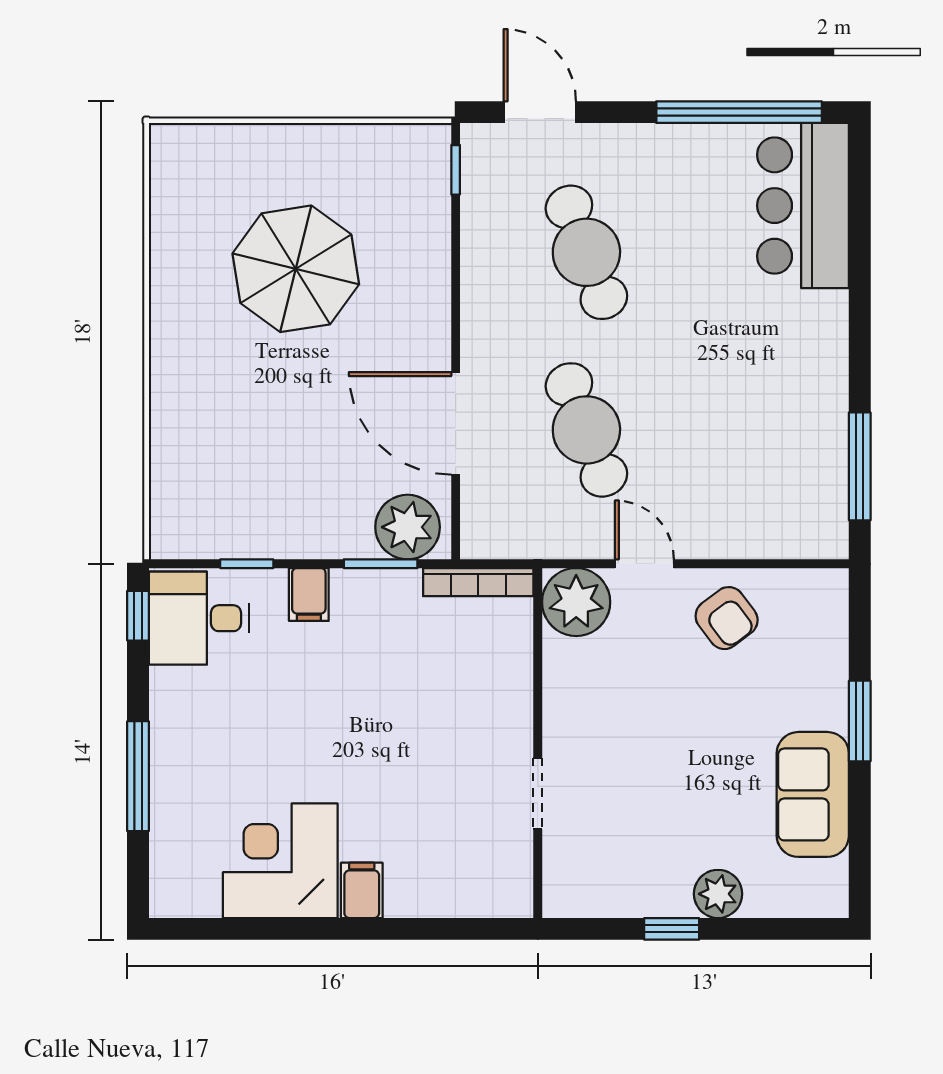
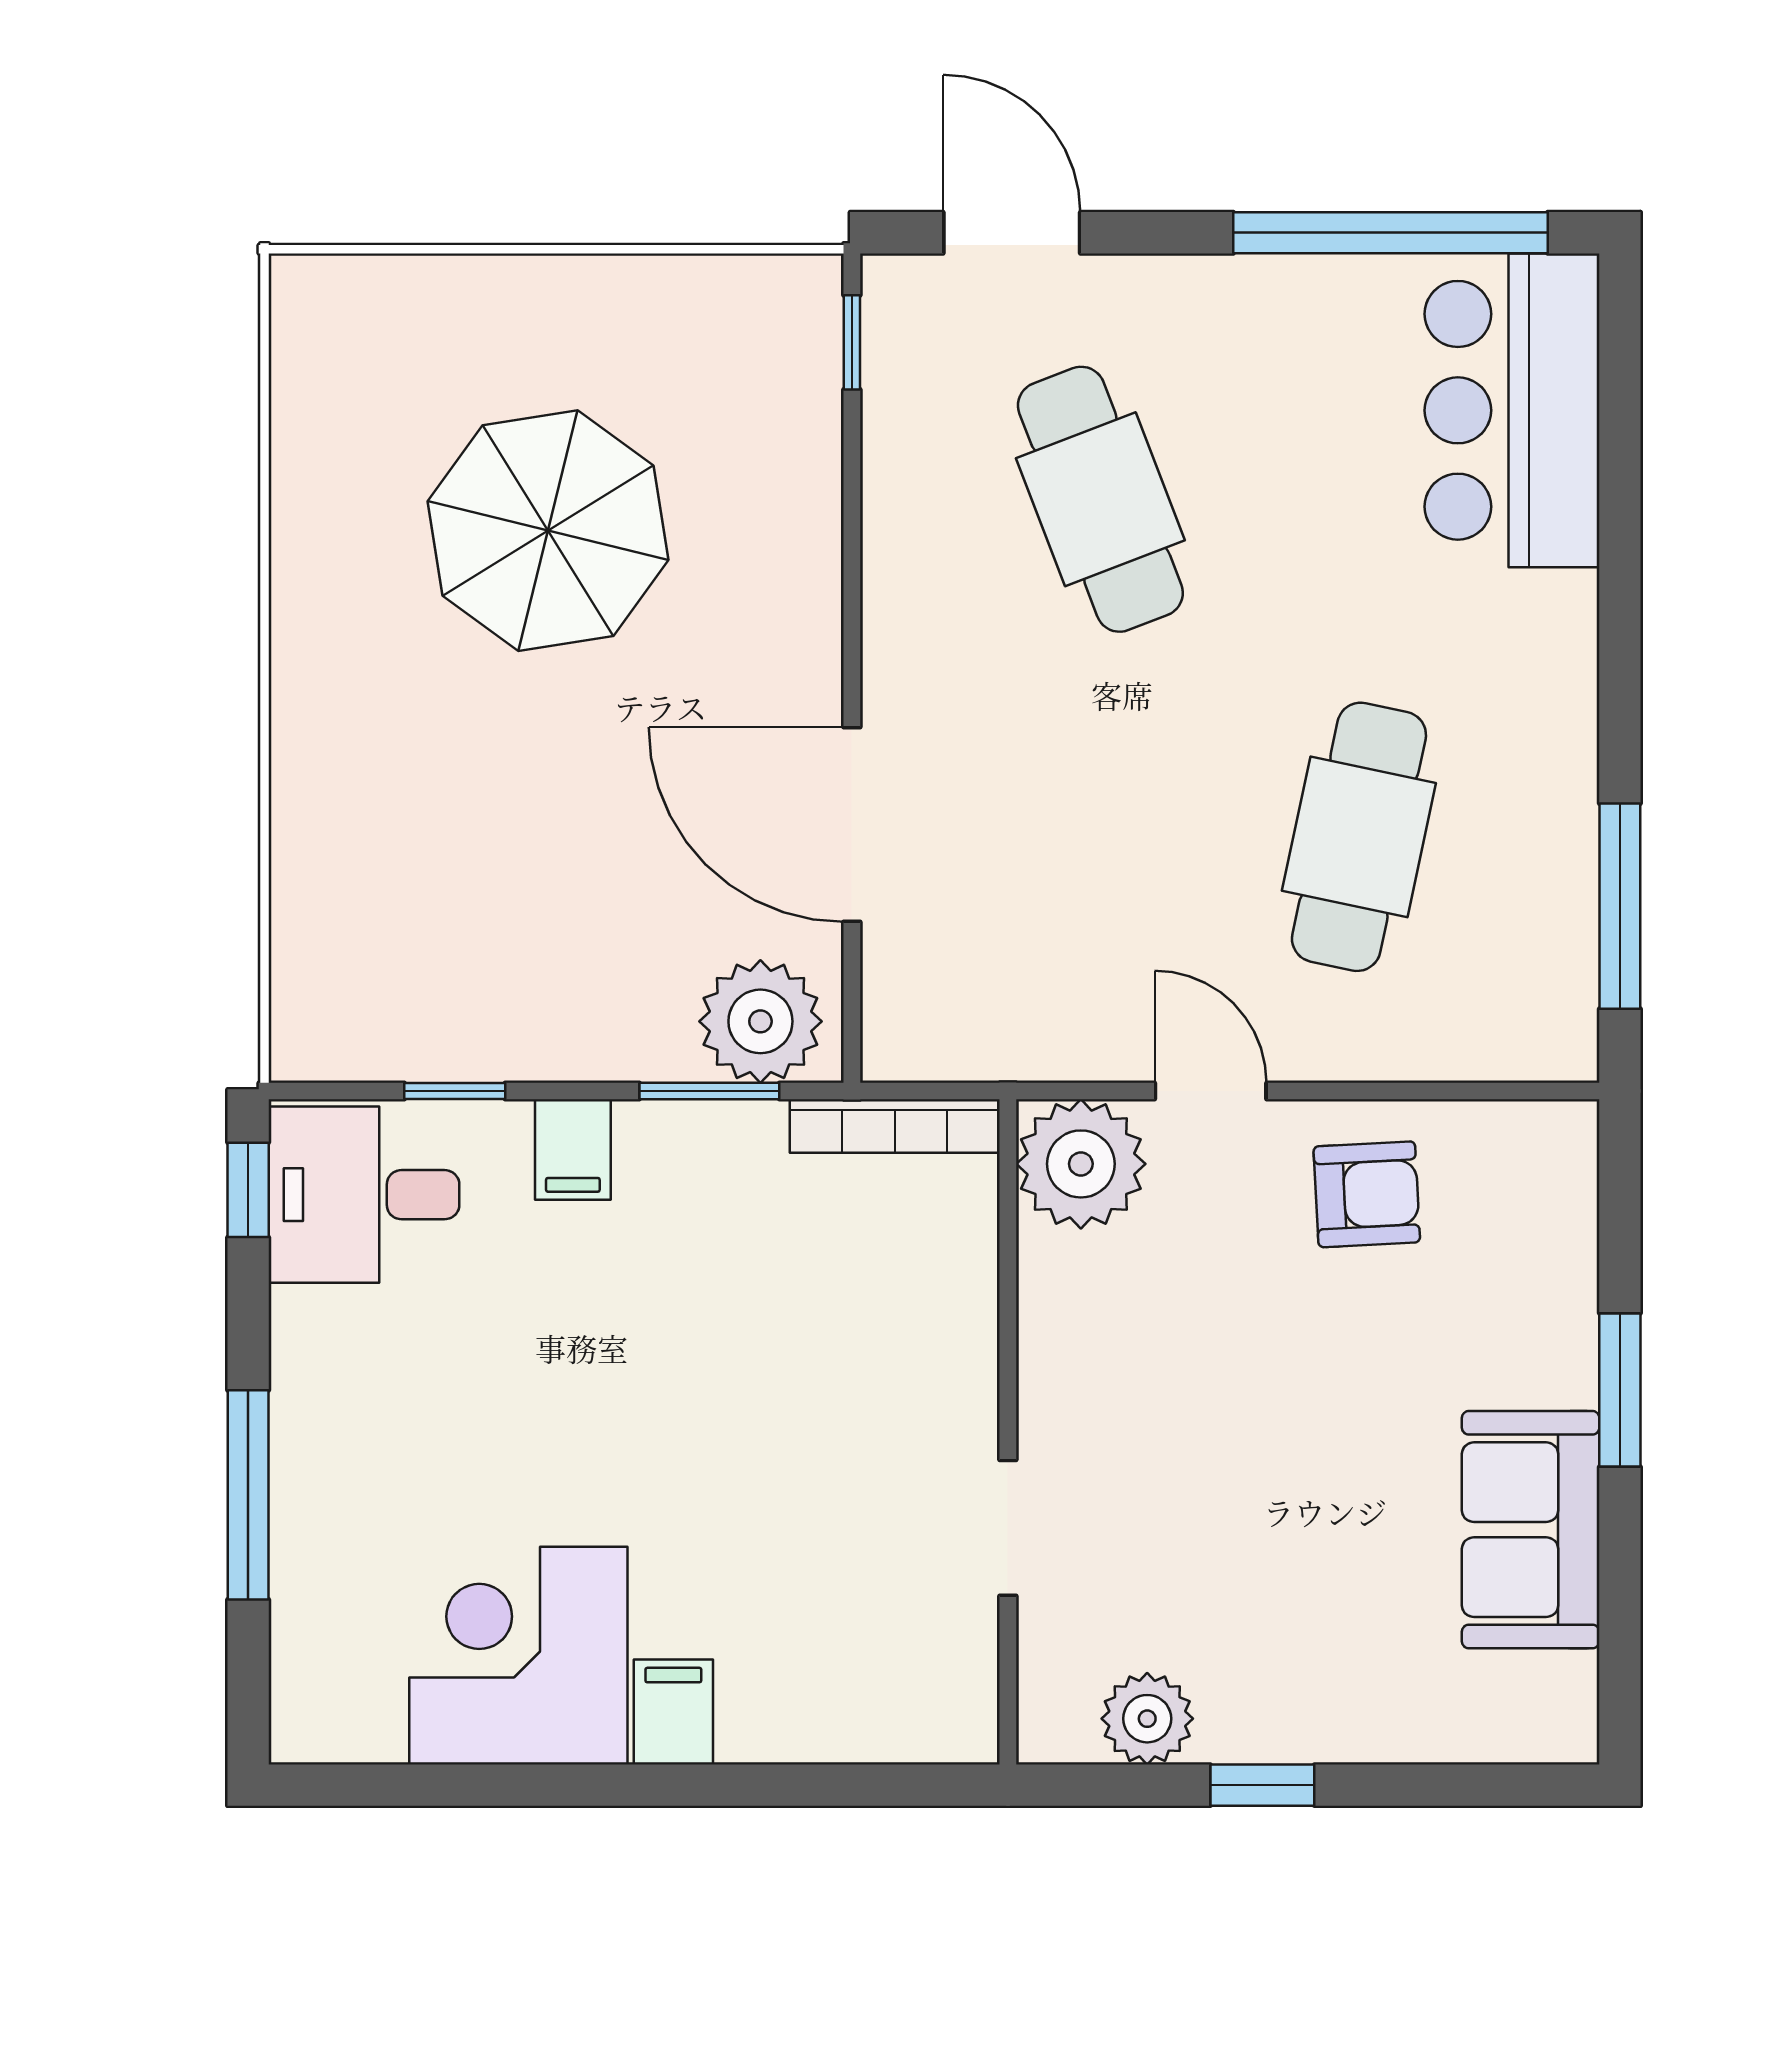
cafe table: (586, 430) -> (1359, 837), moved, turned 33
armchair: (727, 618) -> (1367, 1194), turned -56
plant: (718, 894) -> (1147, 1719), moved

